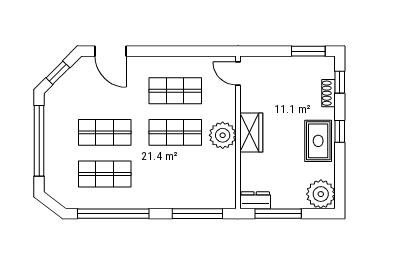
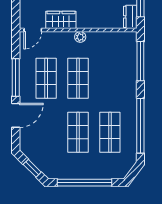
door: (111, 51) -> (16, 115), moved
window: (176, 51) -> (16, 78), added
wardrobe: (251, 133) -> (61, 20), moved
plant: (223, 135) -> (80, 37), width x0.53, depth x0.53

